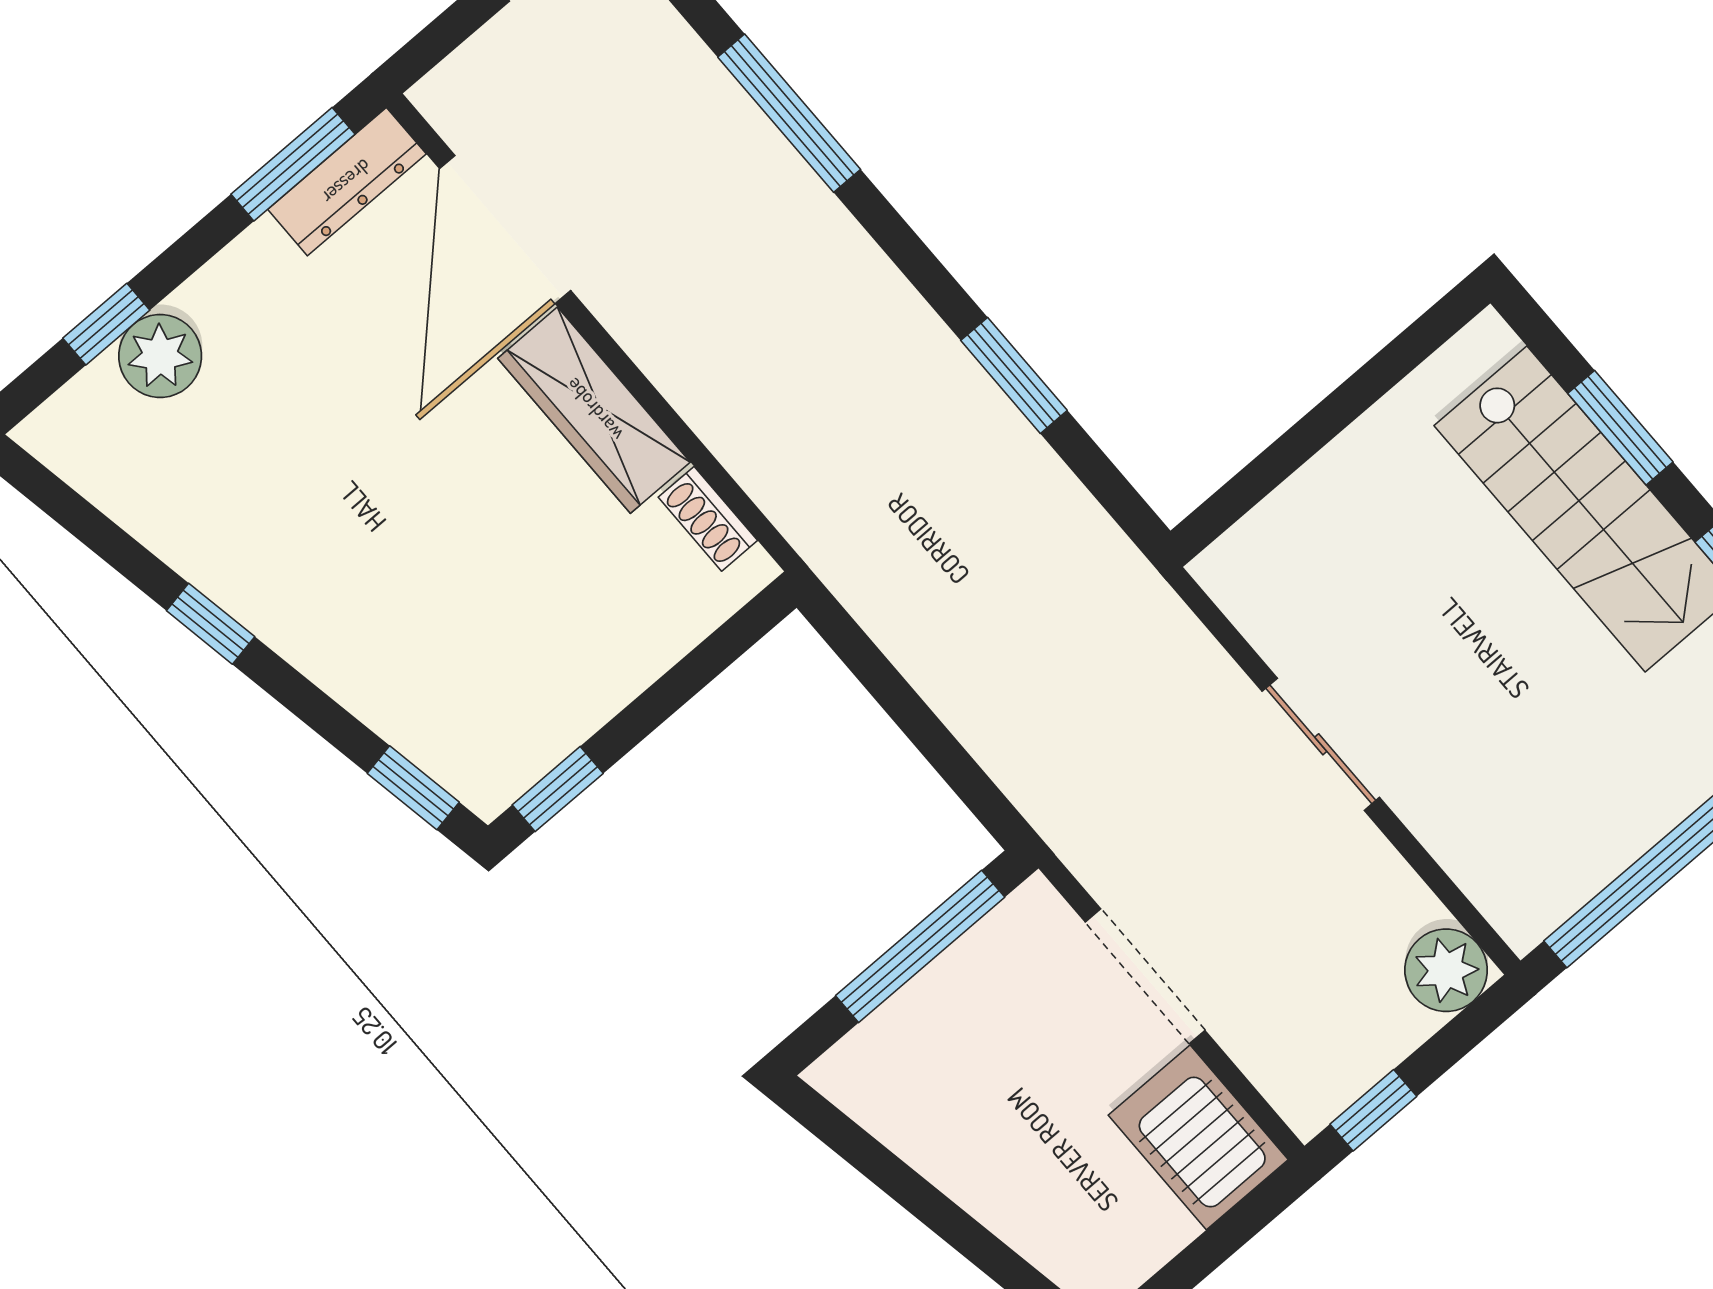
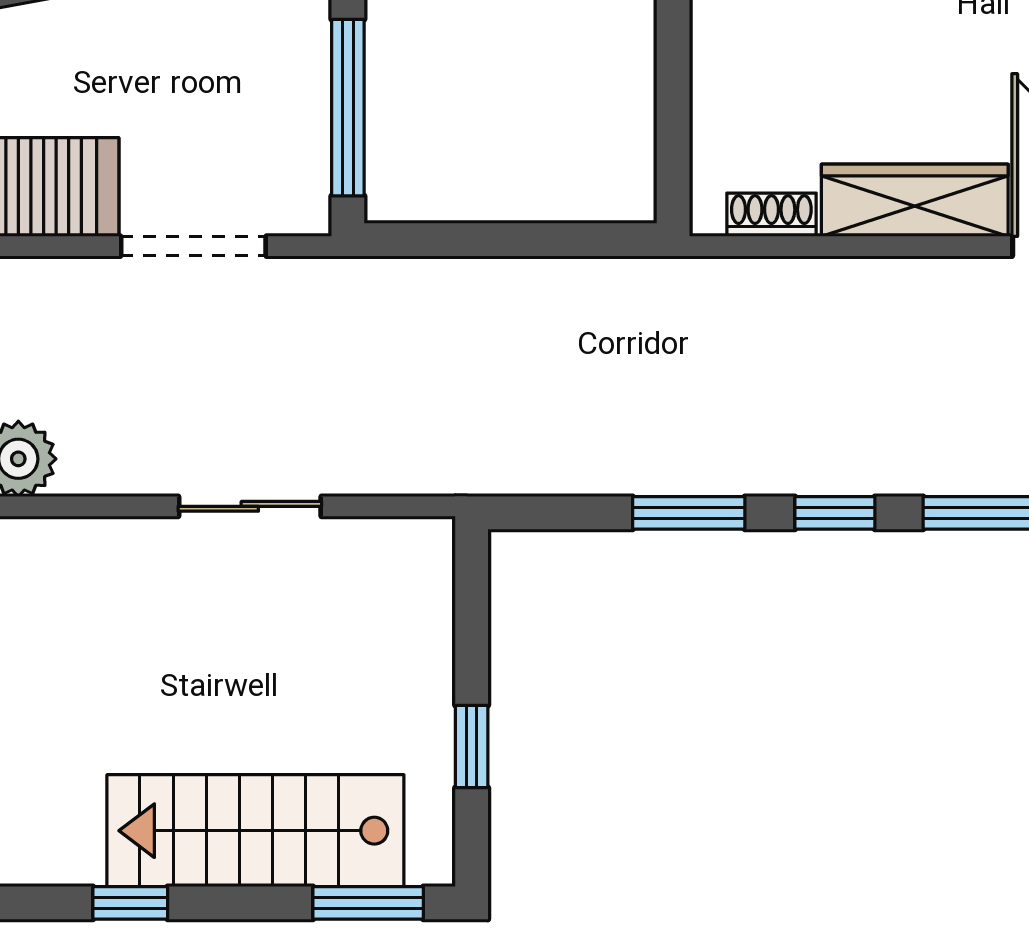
window: (910, 254) -> (835, 513), added
window: (1362, 389) -> (472, 747), added
window: (1620, 428) -> (368, 903), moved

